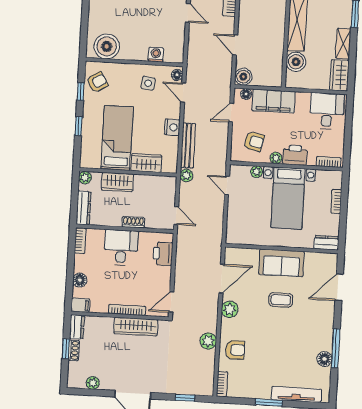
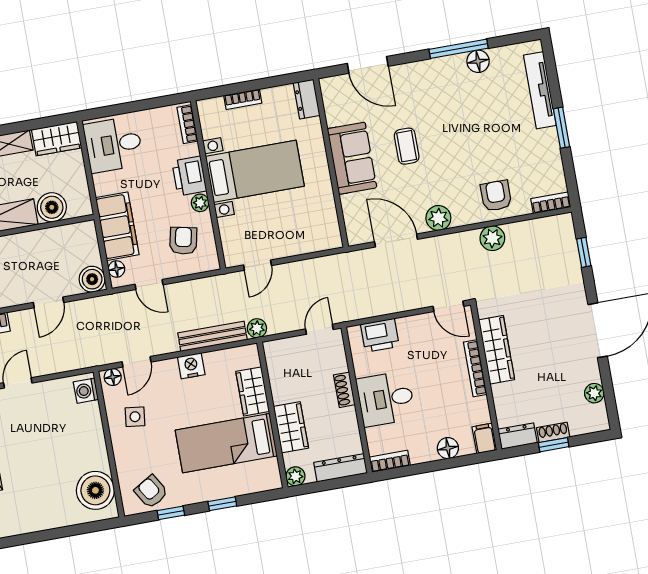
washing machine: (156, 55) -> (86, 391), moved
plant: (257, 172) -> (227, 227), removed

